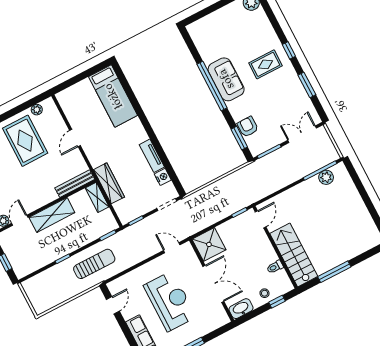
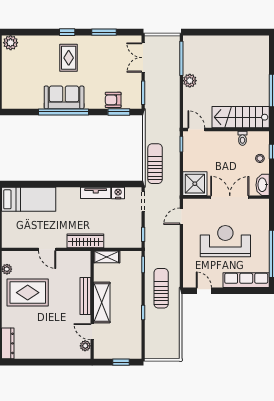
plant: (326, 177) -> (190, 81), moved
wardrobe: (109, 183) -> (85, 241), moved
bench: (75, 184) -> (85, 296), moved
sun lounger: (208, 197) -> (155, 164), added

